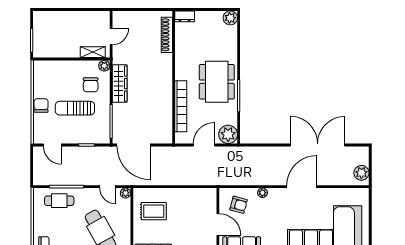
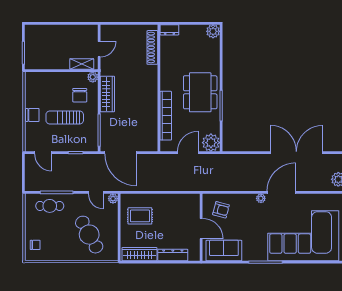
chair: (41, 105) -> (32, 115), turned 90
plant: (263, 193) -> (261, 198), moved

